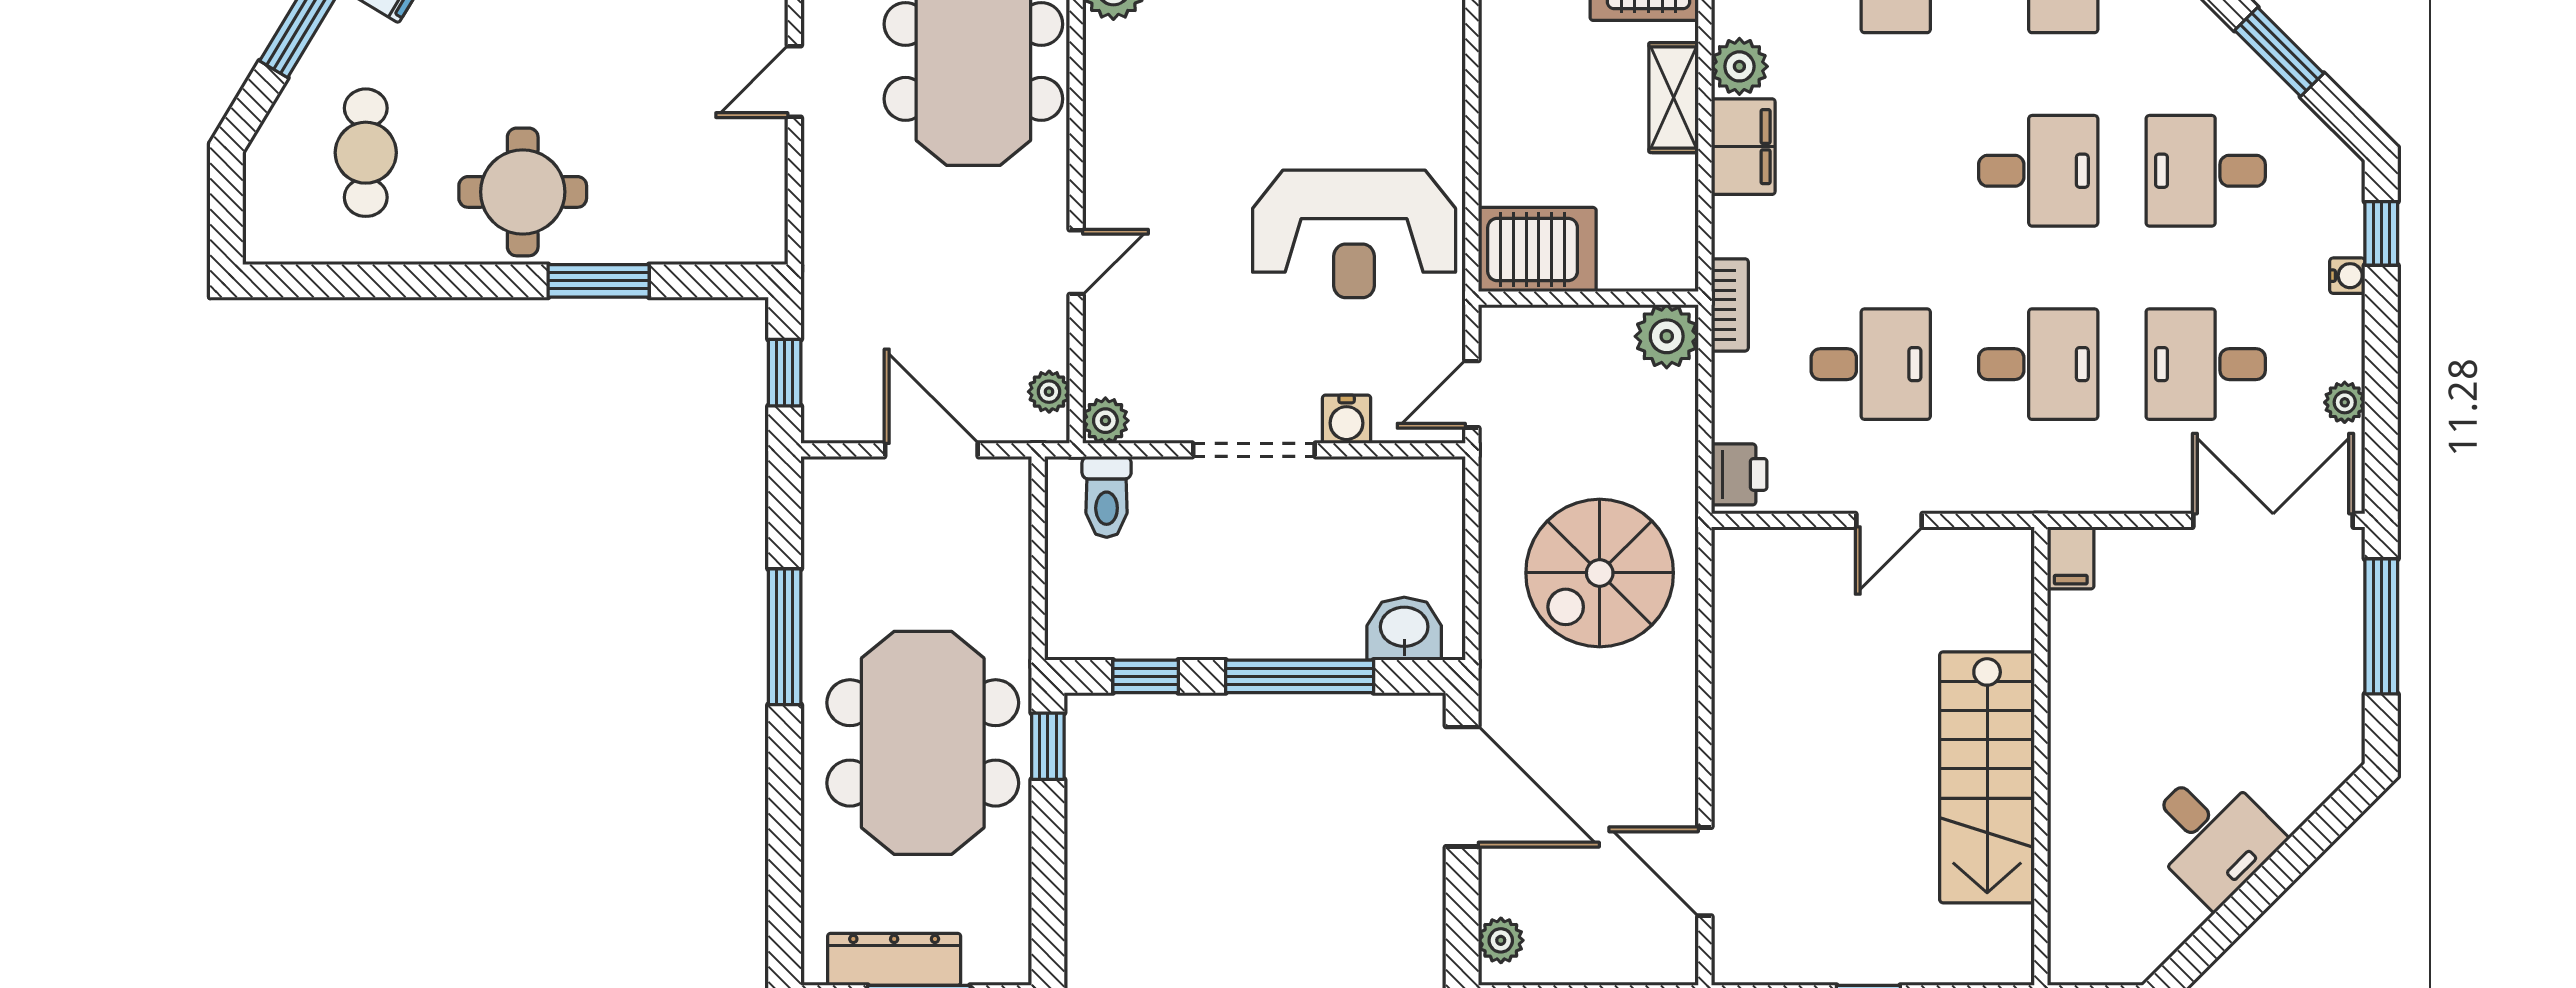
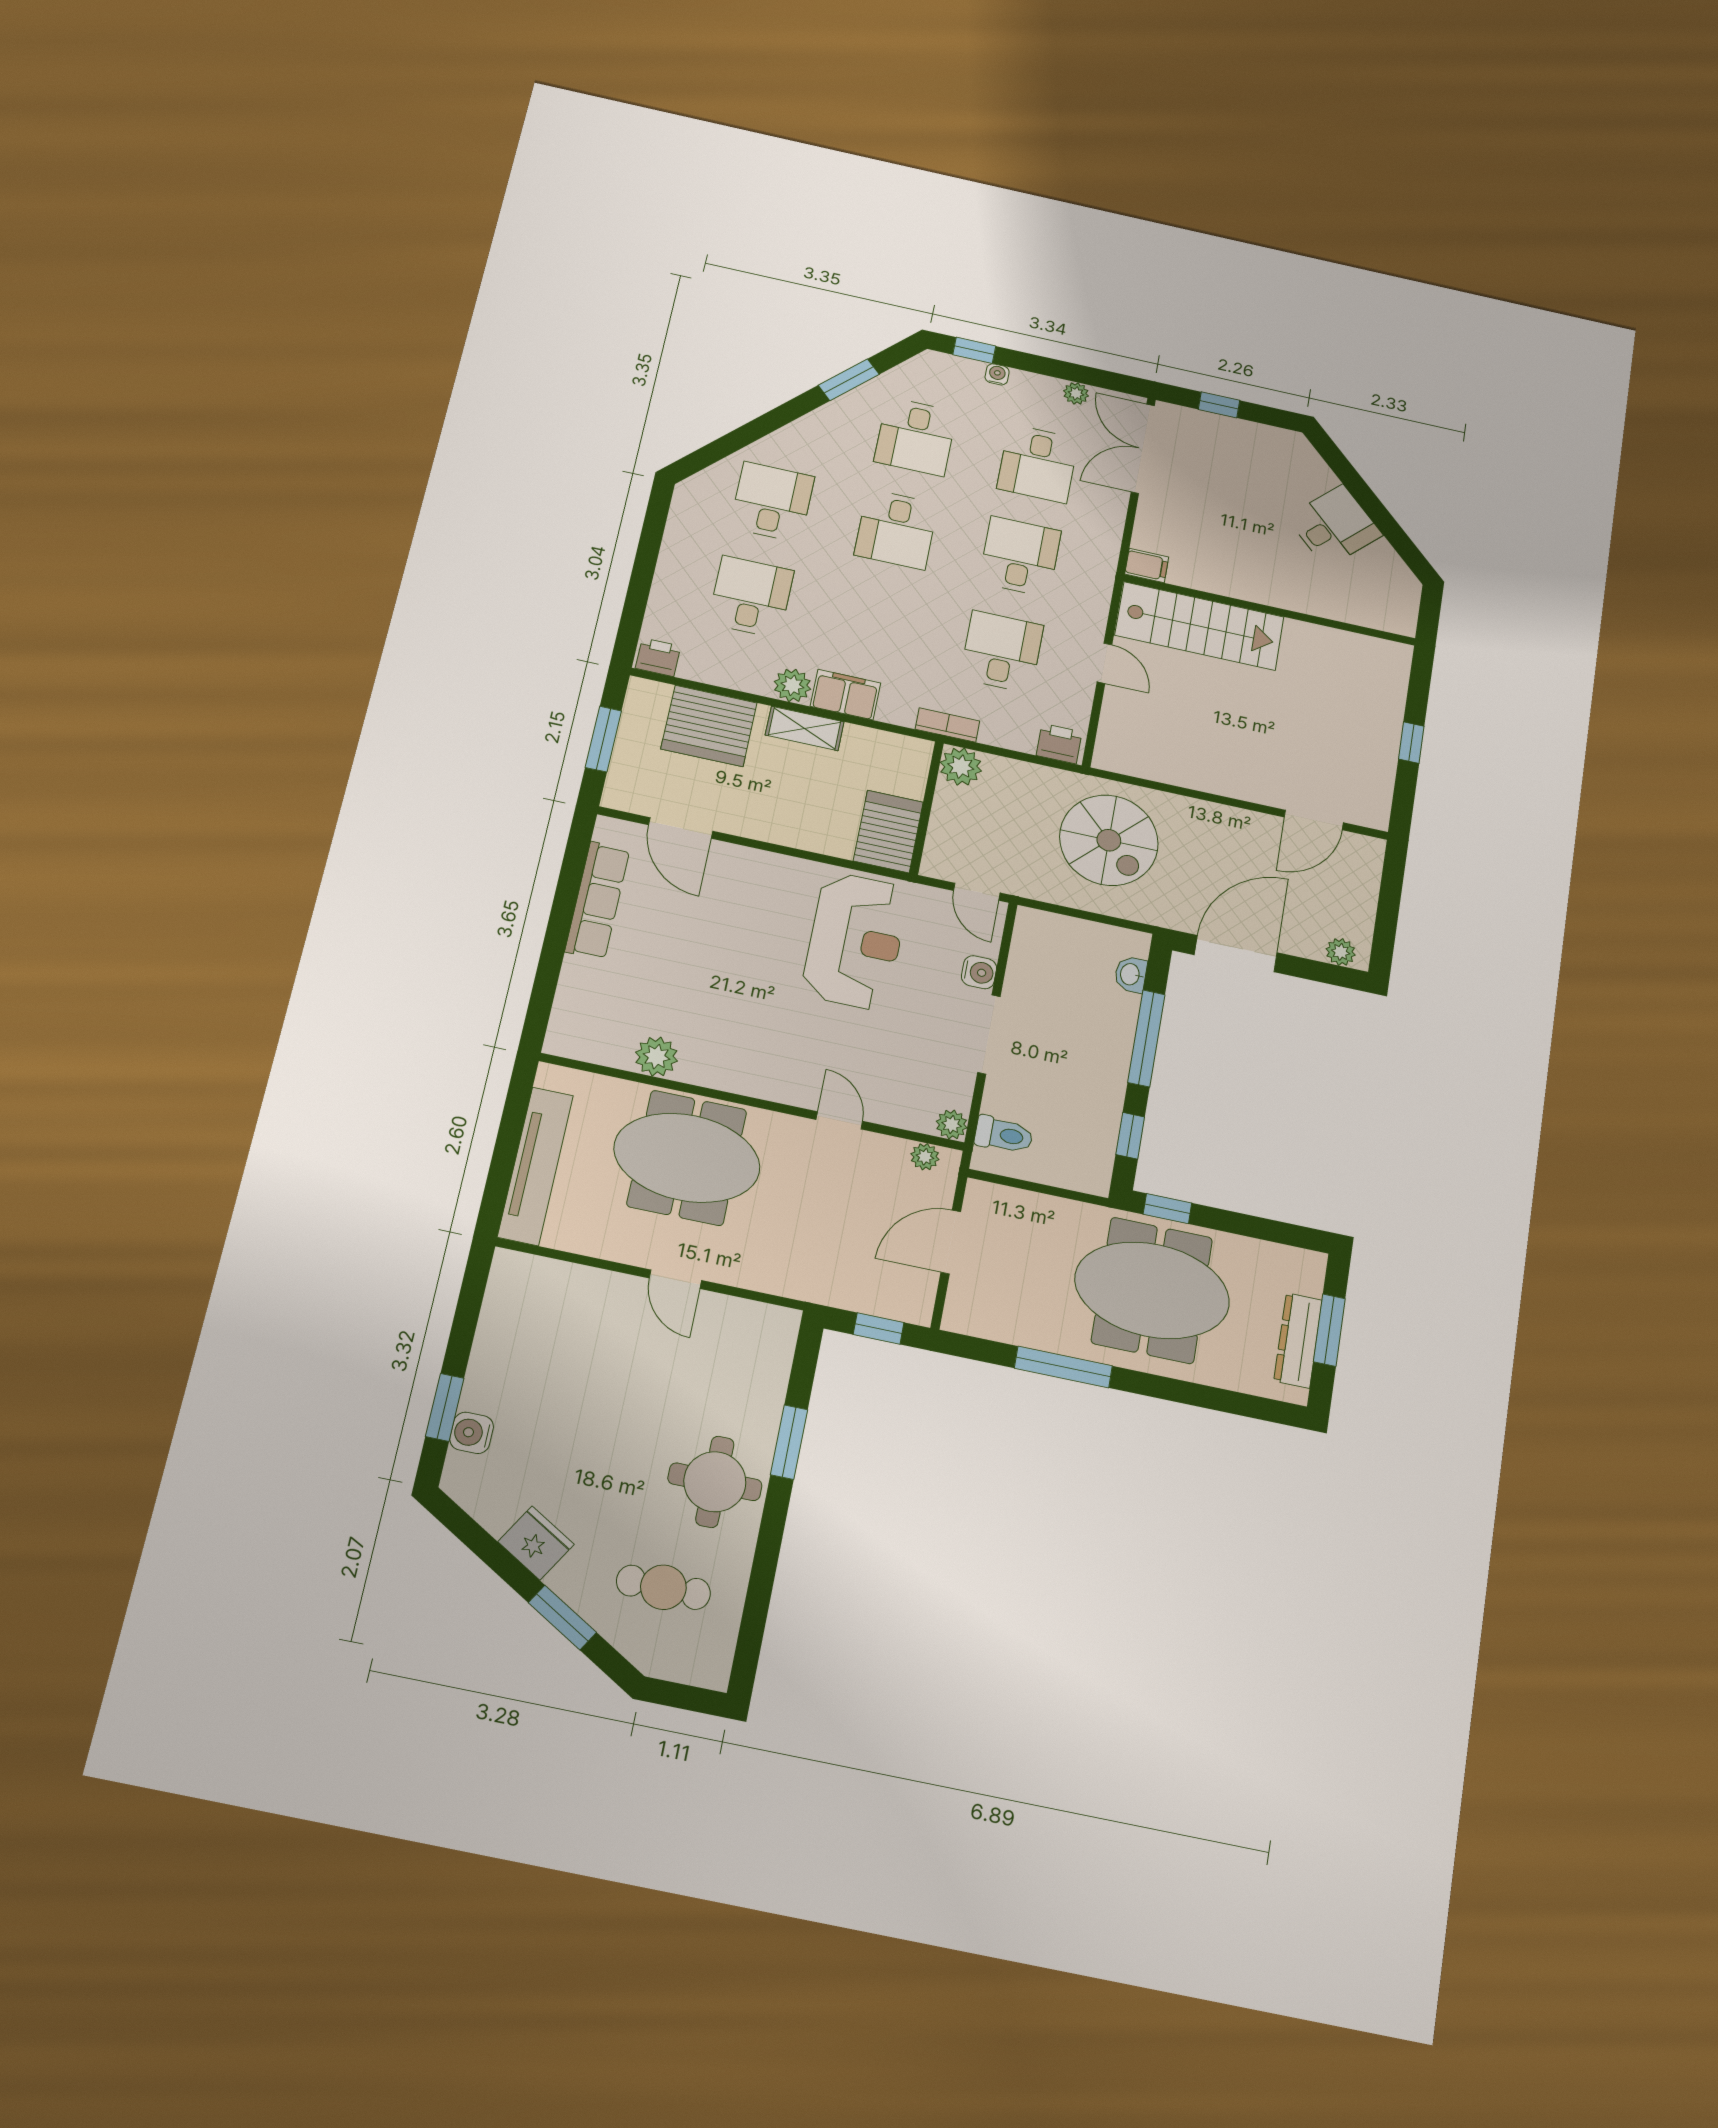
desk: (2038, 171) -> (896, 529), turned 180
window: (2381, 626) -> (1219, 405), width x0.46
washbasin: (1404, 629) -> (1131, 974), width x0.72, depth x0.69
stairs: (1987, 777) -> (1199, 626), moved

